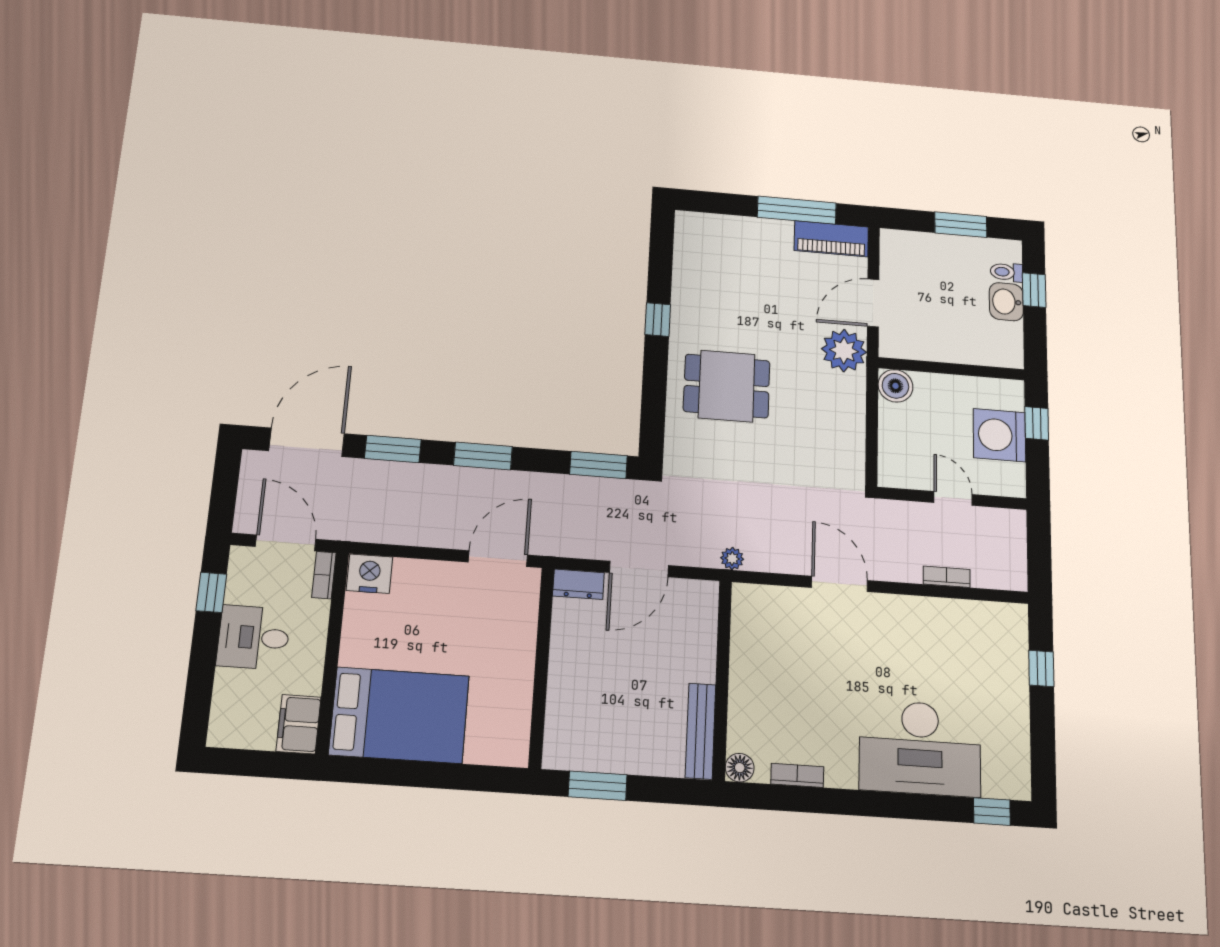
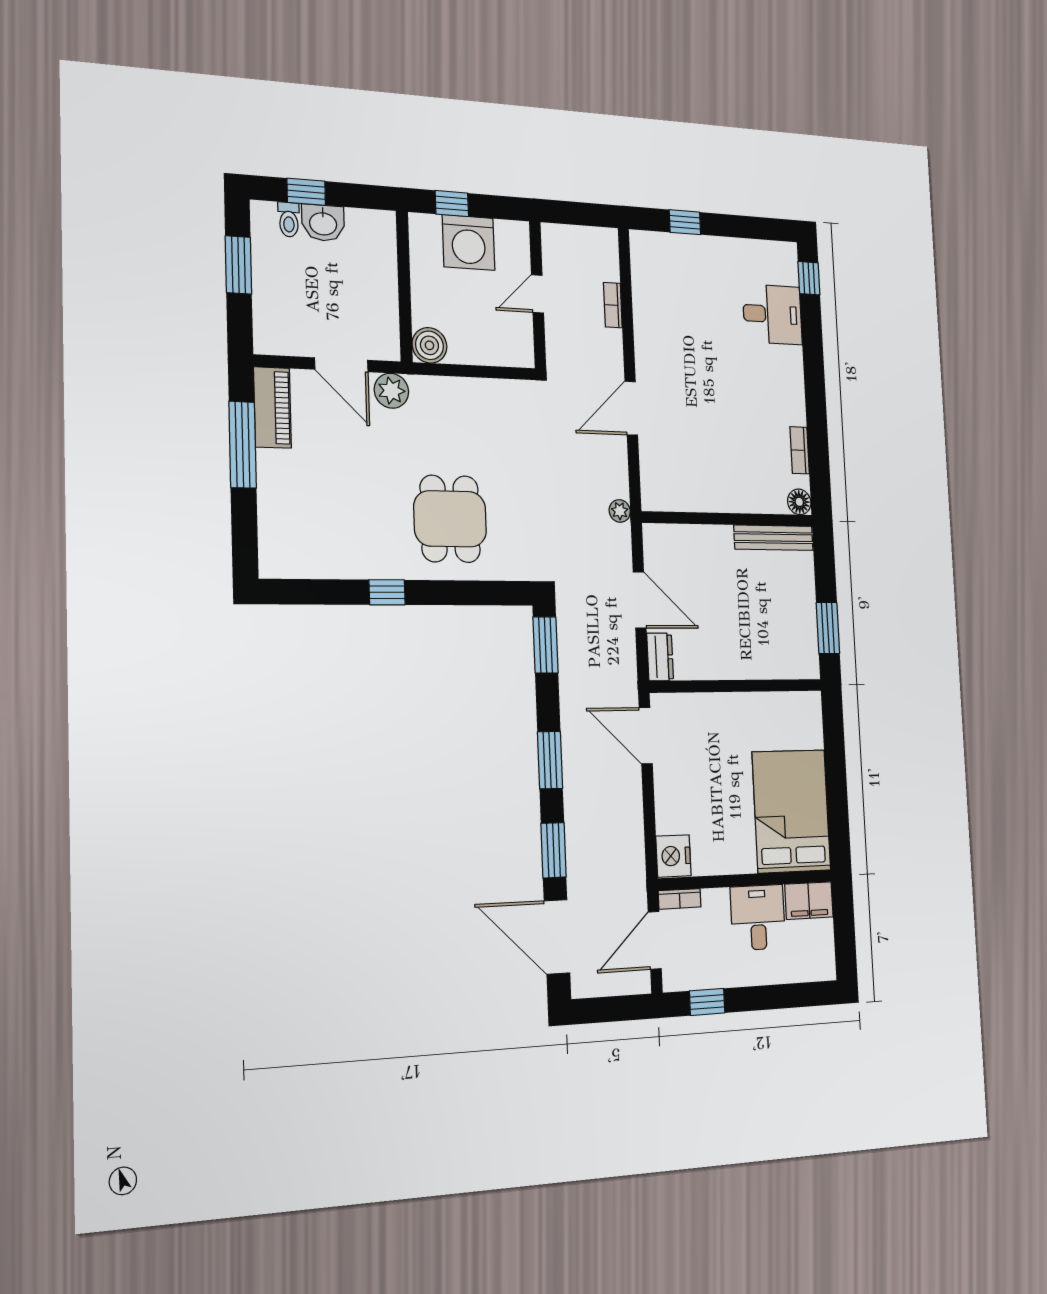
plant: (844, 351) -> (391, 391), width x0.73, depth x0.73
desk: (254, 637) -> (758, 917), moved, turned 180
desk: (920, 748) -> (772, 314), width x0.53, depth x0.77

